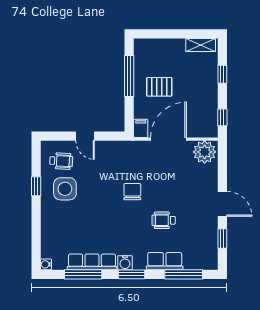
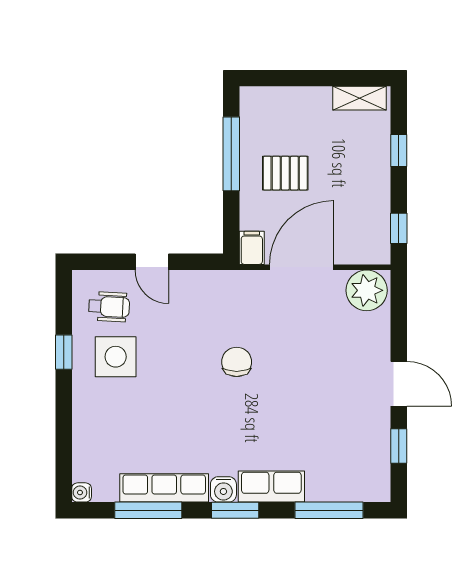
wheelchair: (164, 220) -> (293, 413), removed
row of seats: (165, 261) -> (271, 487), moved

